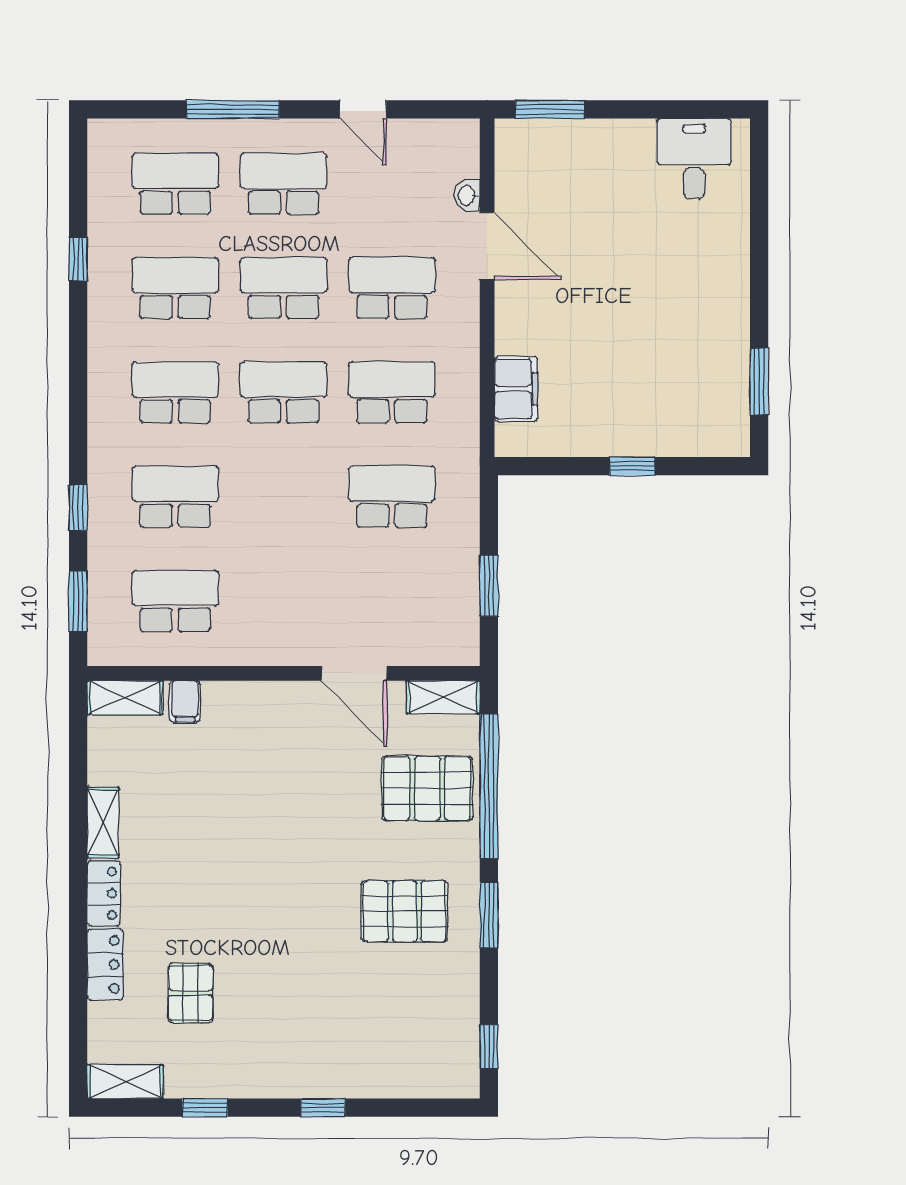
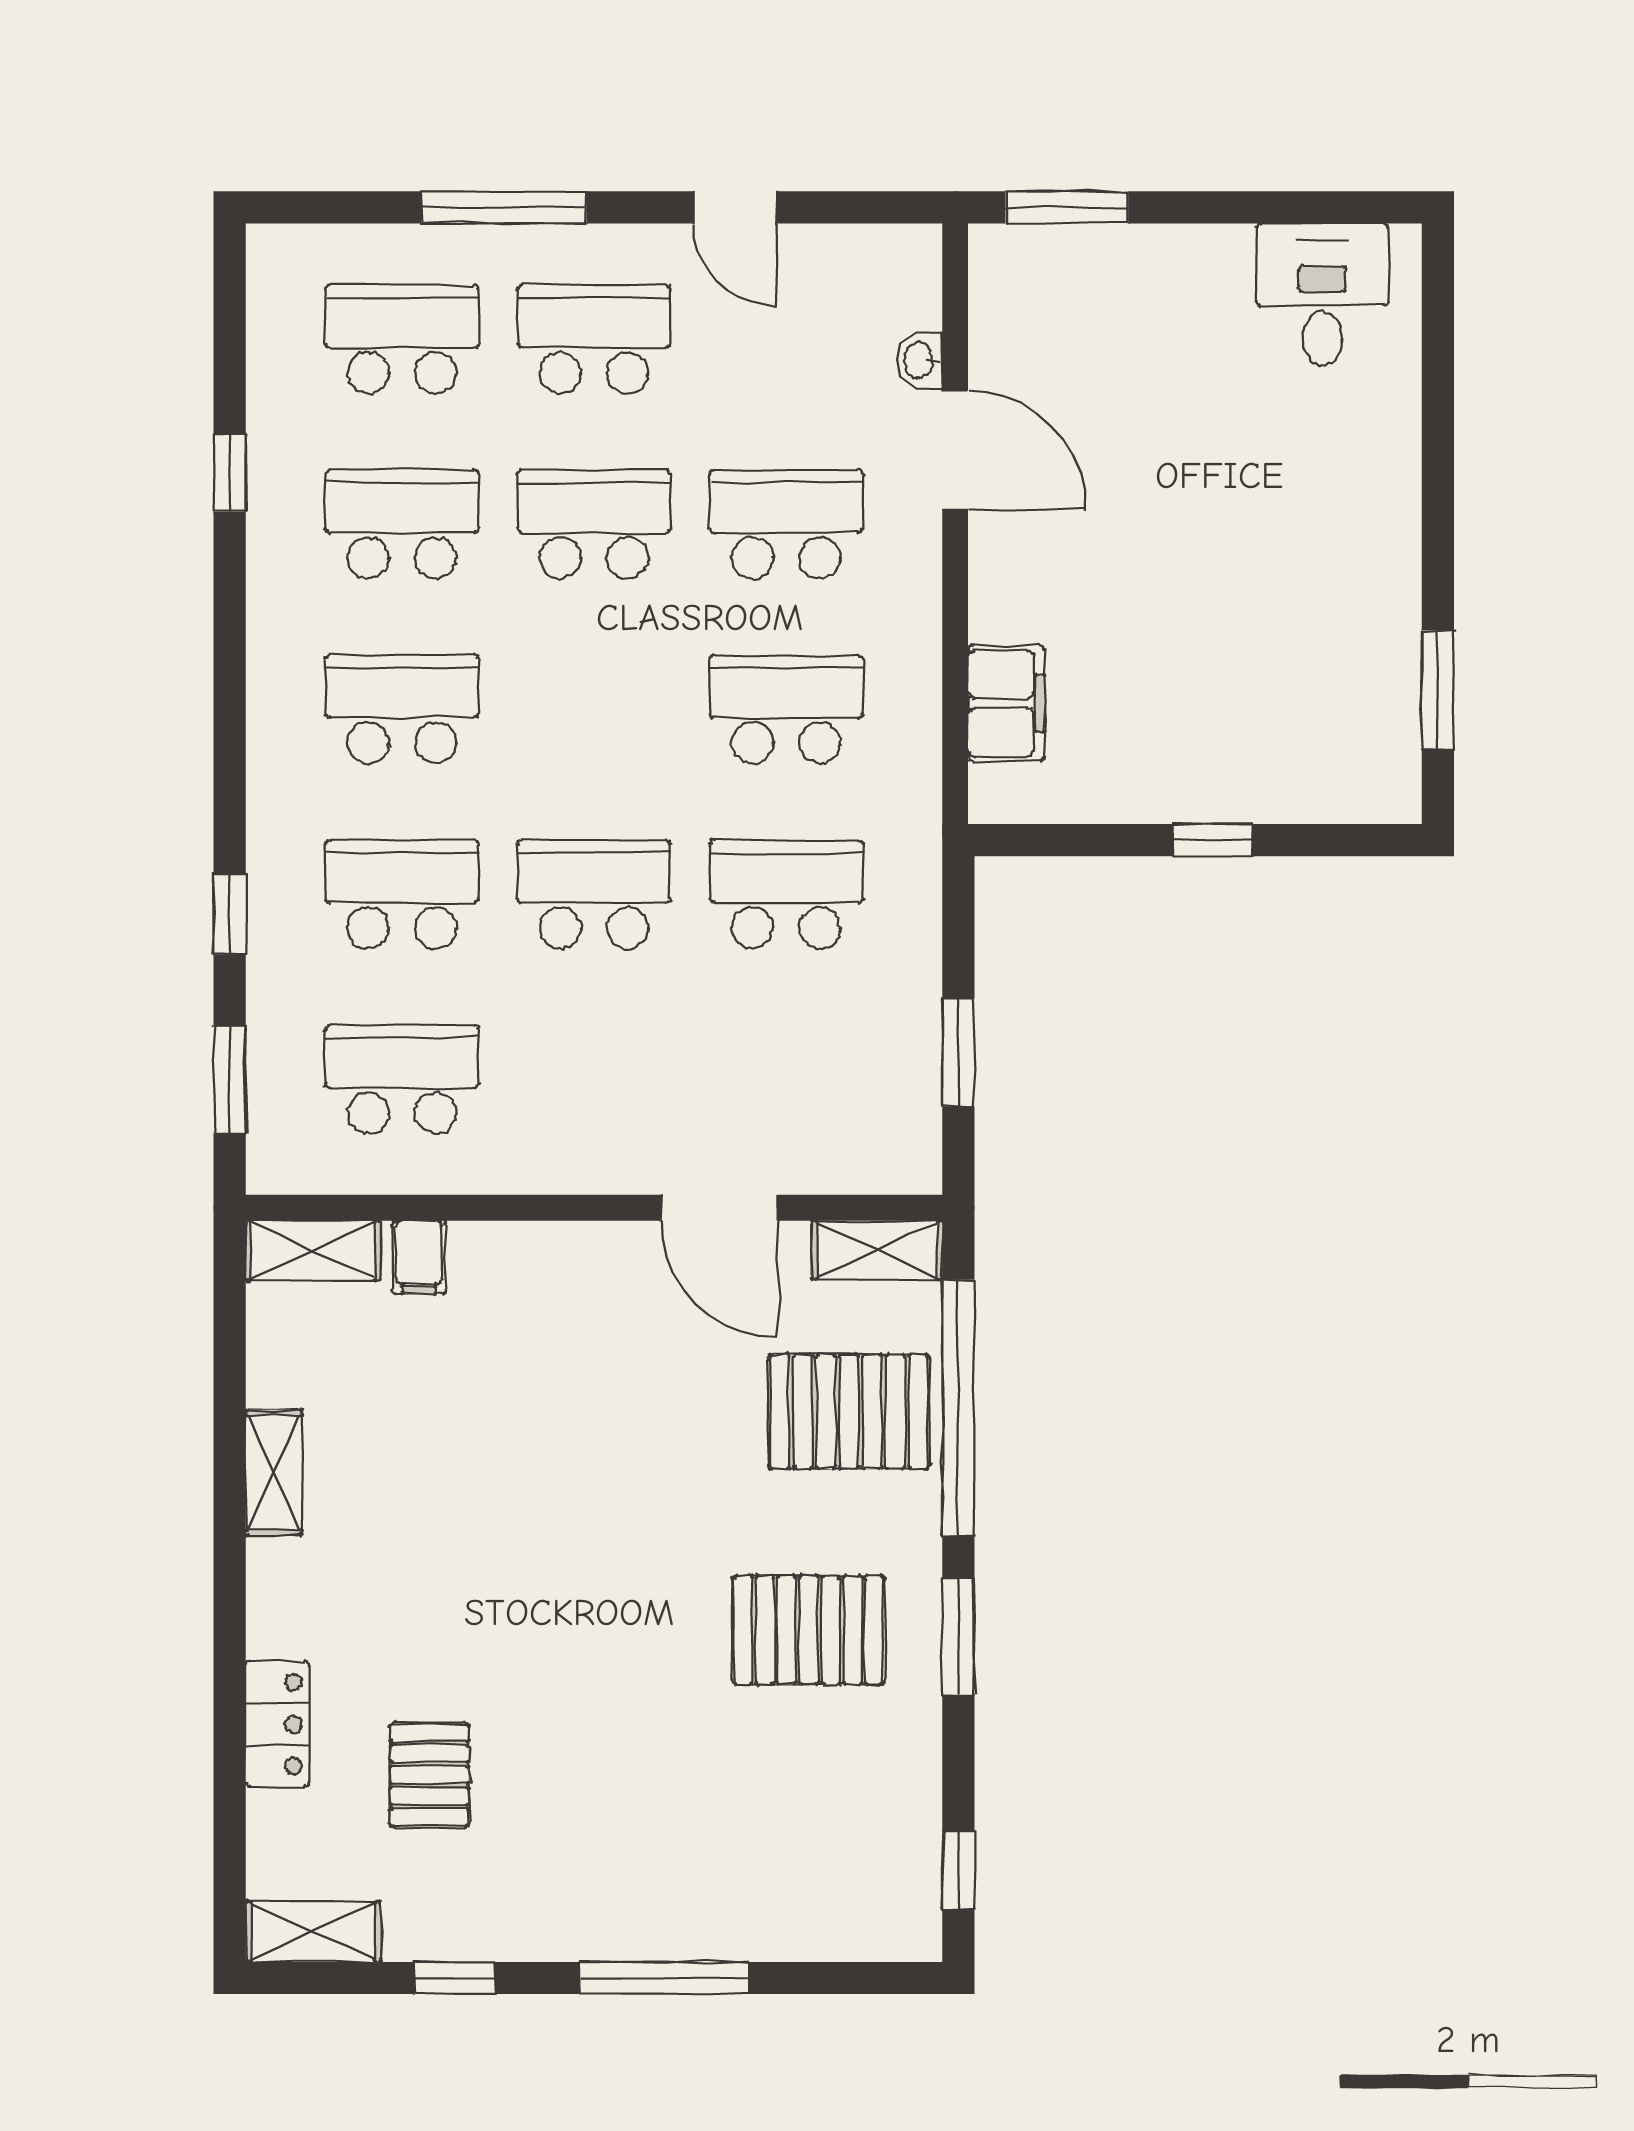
school desk: (284, 392) -> (594, 894), moved
locker: (104, 893) -> (275, 1598), removed
window: (323, 1108) -> (664, 1978), width x2.17

